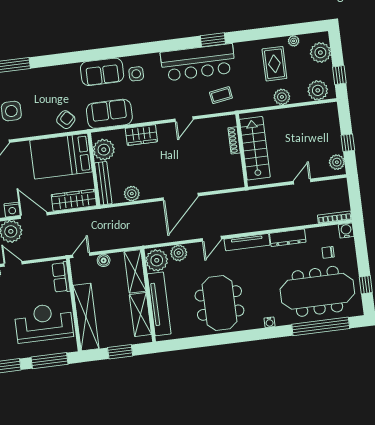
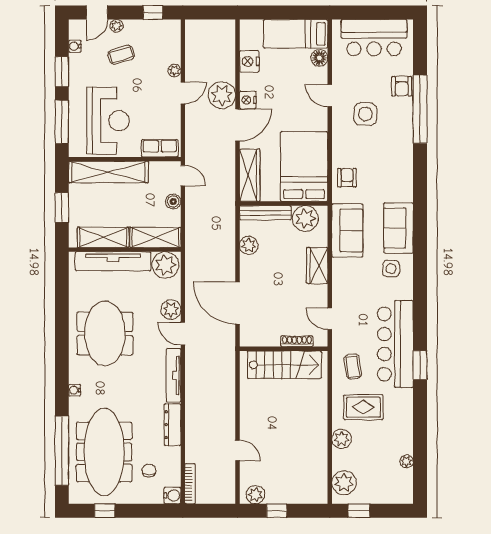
plant: (320, 53) -> (389, 492), removed
rug: (274, 64) -> (363, 407), moved
armchair: (66, 120) -> (347, 178), turned -135
shoe rack: (234, 140) -> (297, 341), moved
stairs: (255, 148) -> (284, 365), moved
wall: (242, 150) -> (284, 349), moved
plant: (179, 253) -> (171, 310), moved
meeting table: (219, 303) -> (105, 333), turned 90

